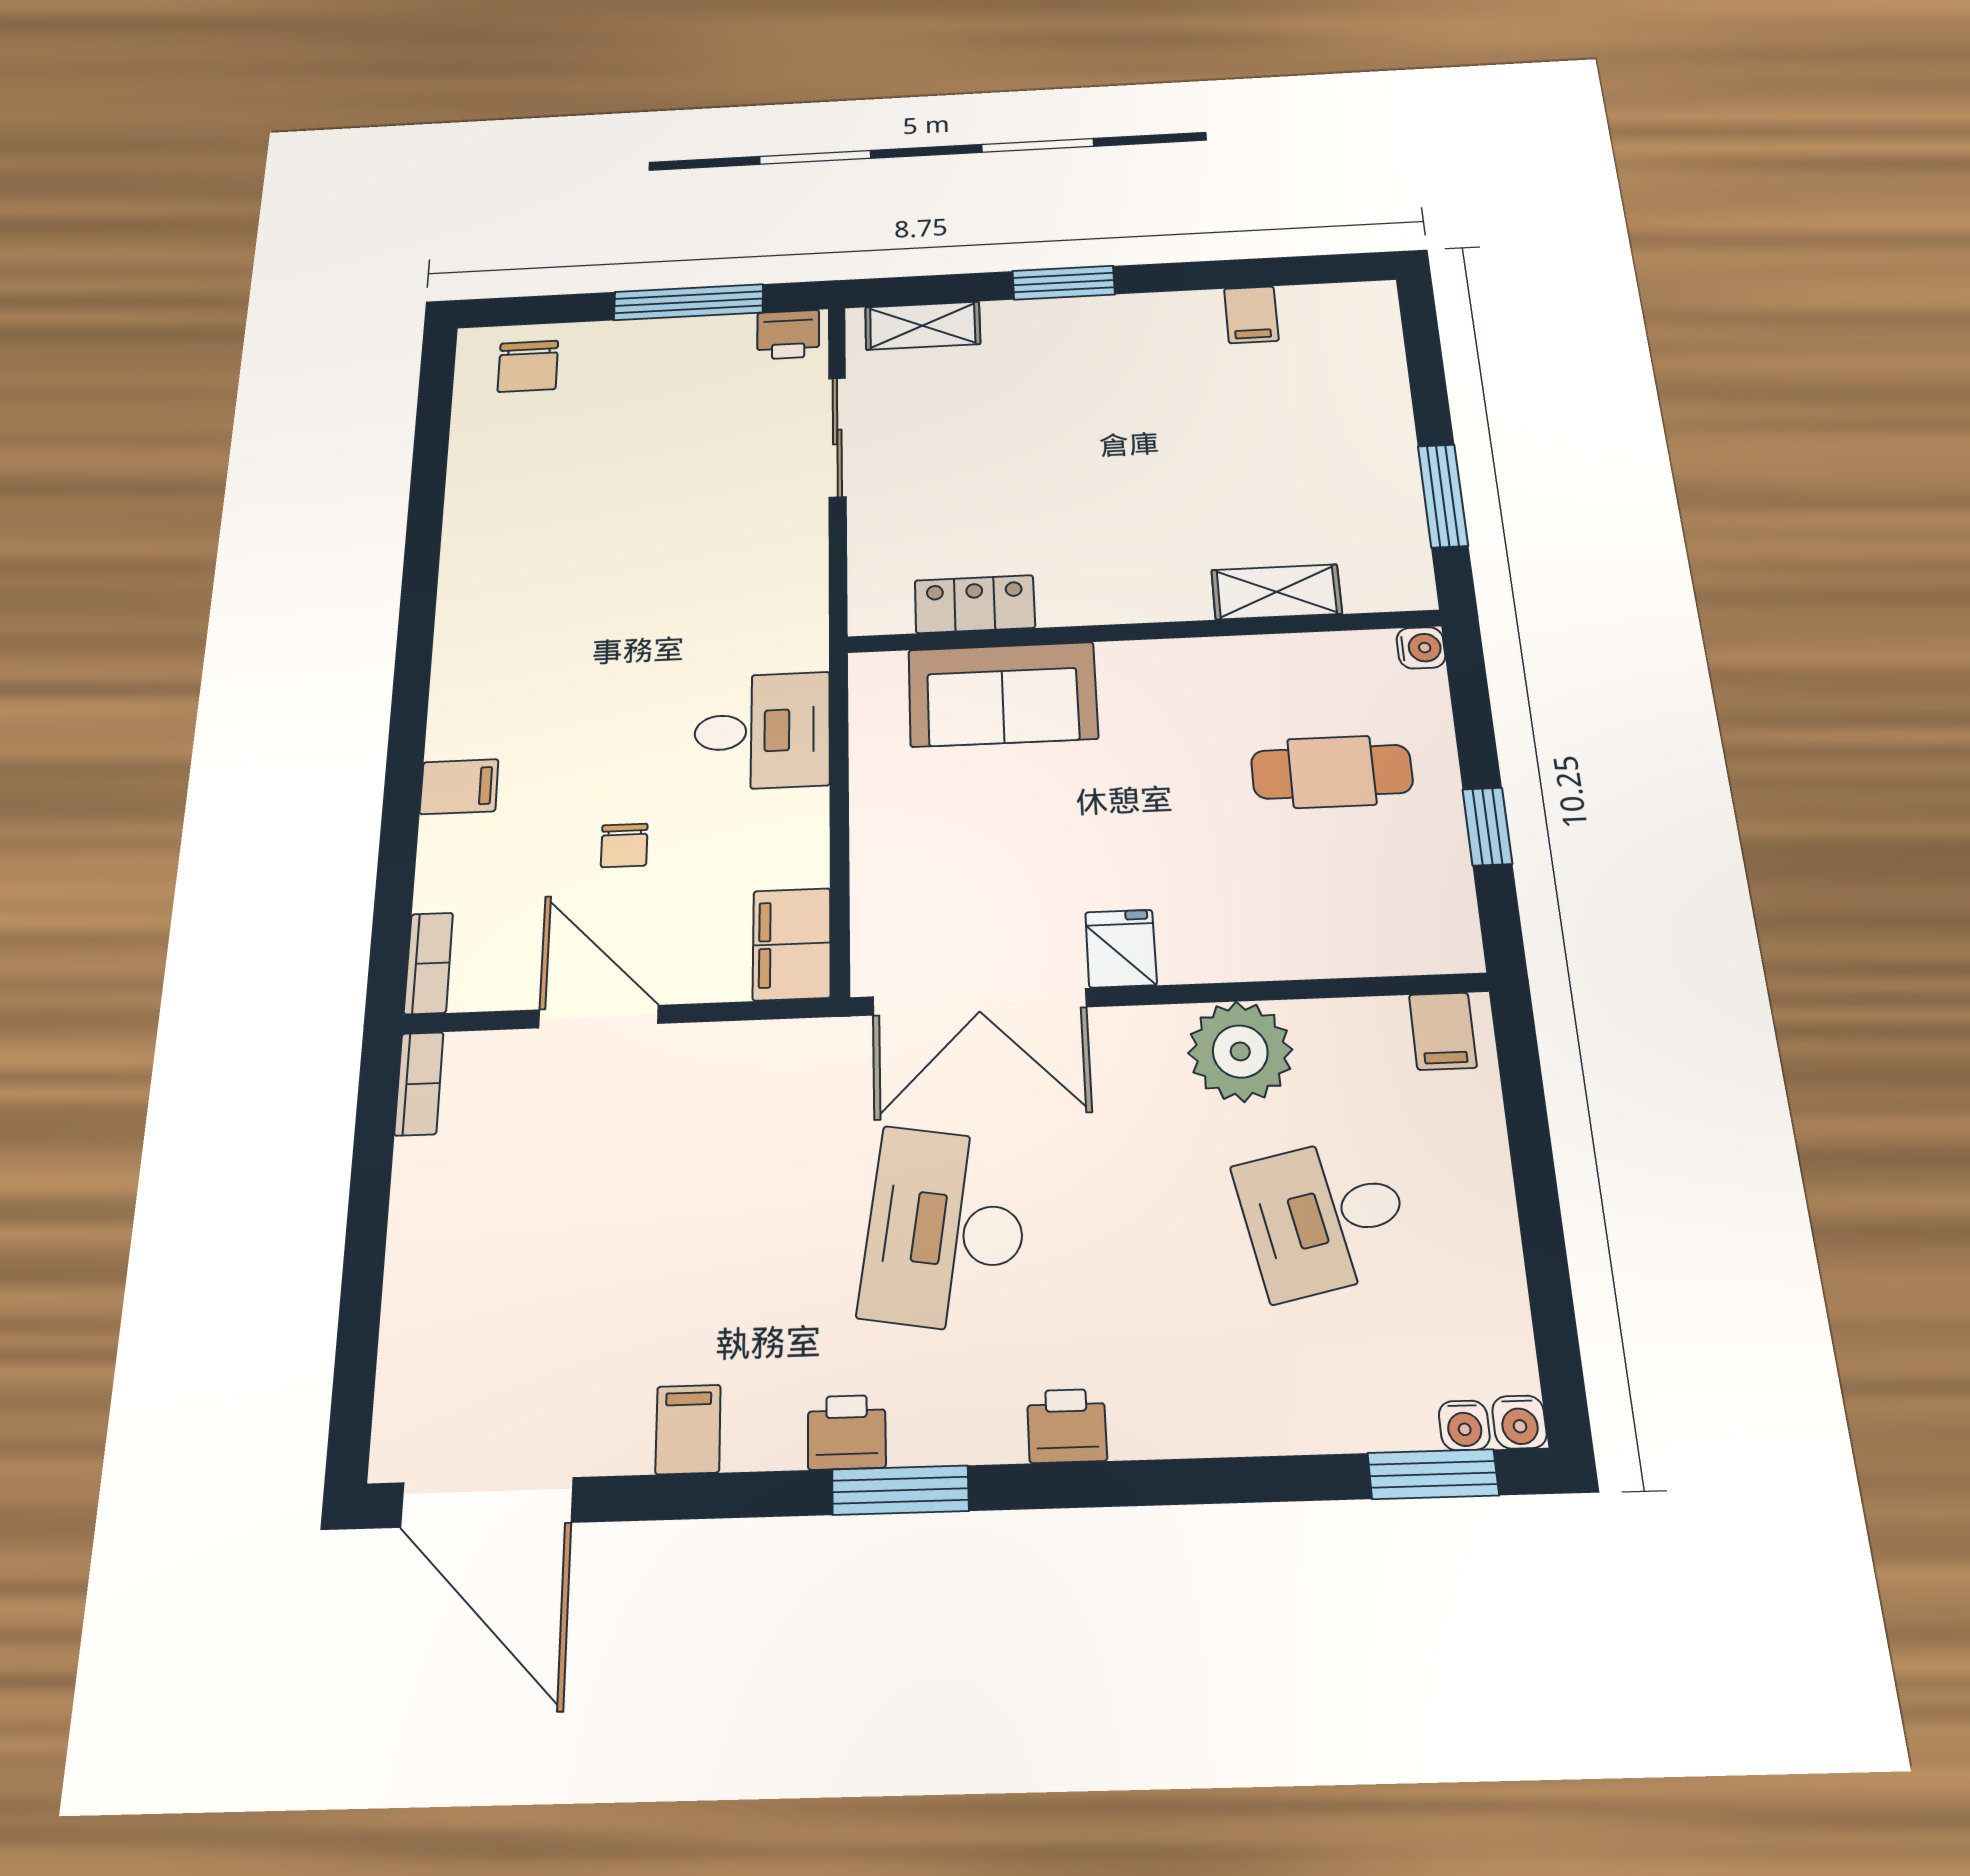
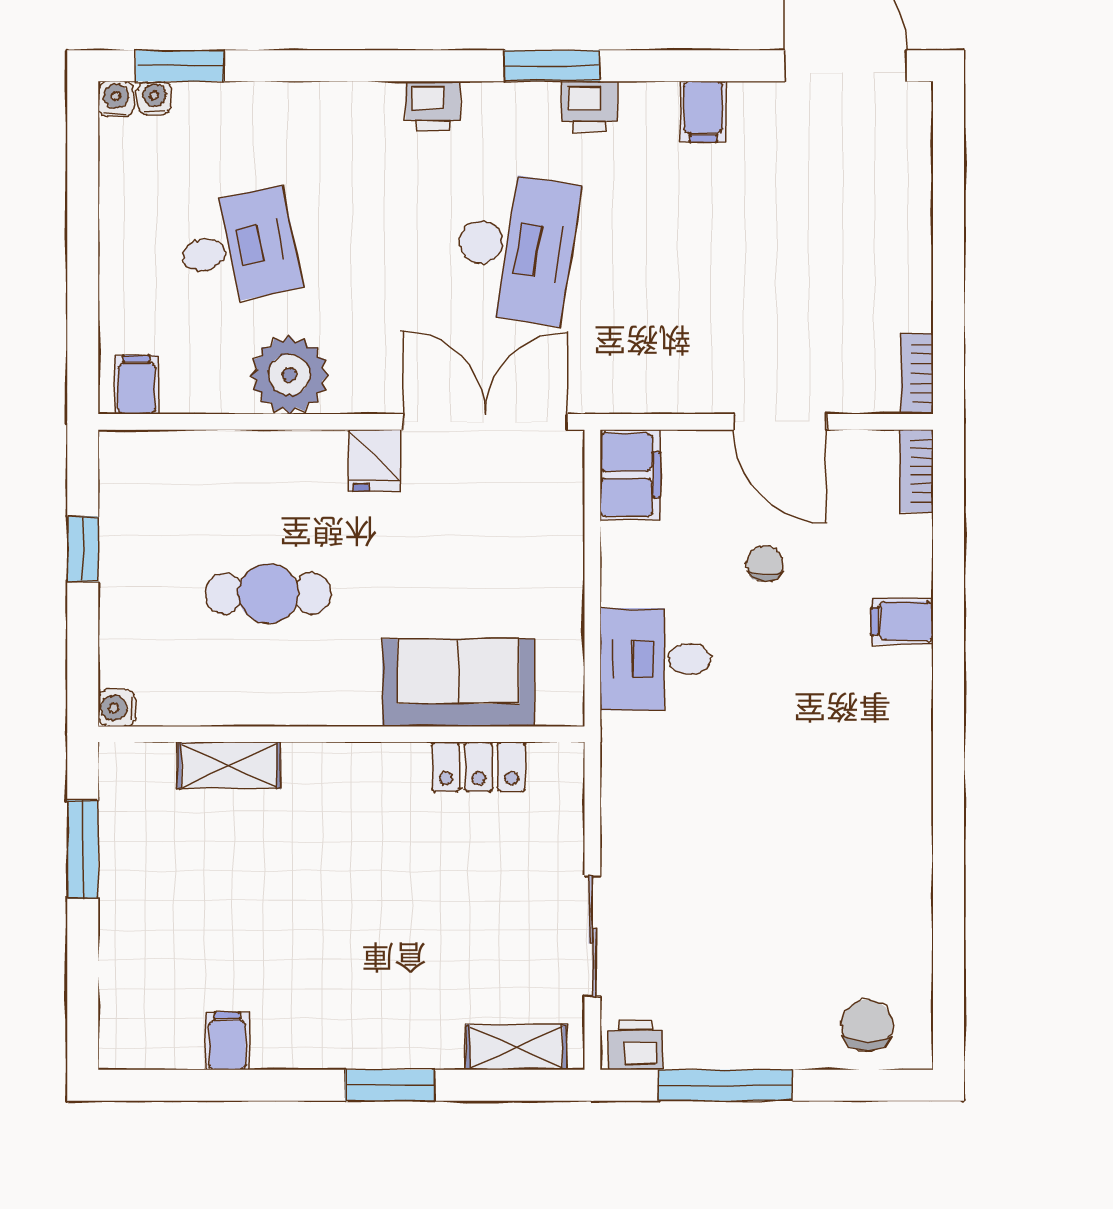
cafe table: (1332, 772) -> (268, 594), moved

